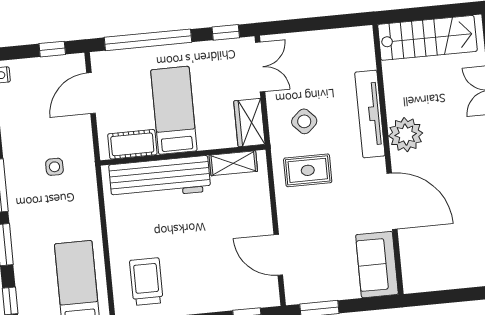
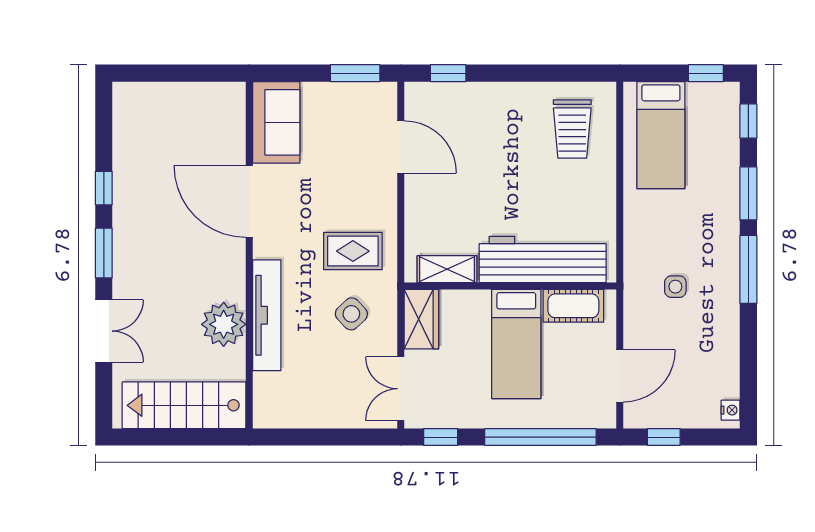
plant: (406, 135) -> (224, 324), moved

